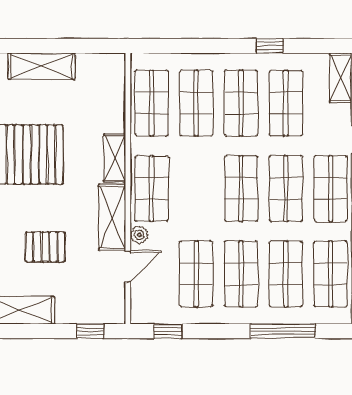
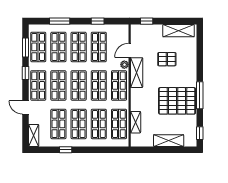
shelving: (115, 158) -> (136, 122), moved
shop shelf: (196, 189) -> (99, 85), added
window: (168, 331) -> (98, 21), moved
window: (283, 331) -> (60, 21), width x0.69

